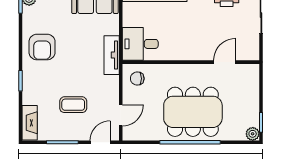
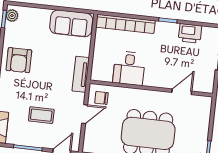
desk: (140, 44) -> (129, 68), moved, turned -90
door: (121, 115) -> (85, 114), moved

